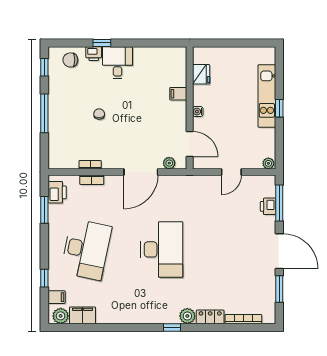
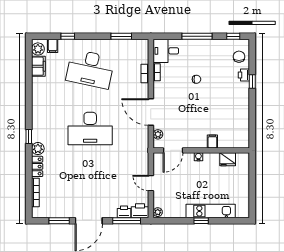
desk: (118, 63) -> (166, 51), moved, turned 180
printer: (57, 192) -> (140, 211), moved, turned 180

